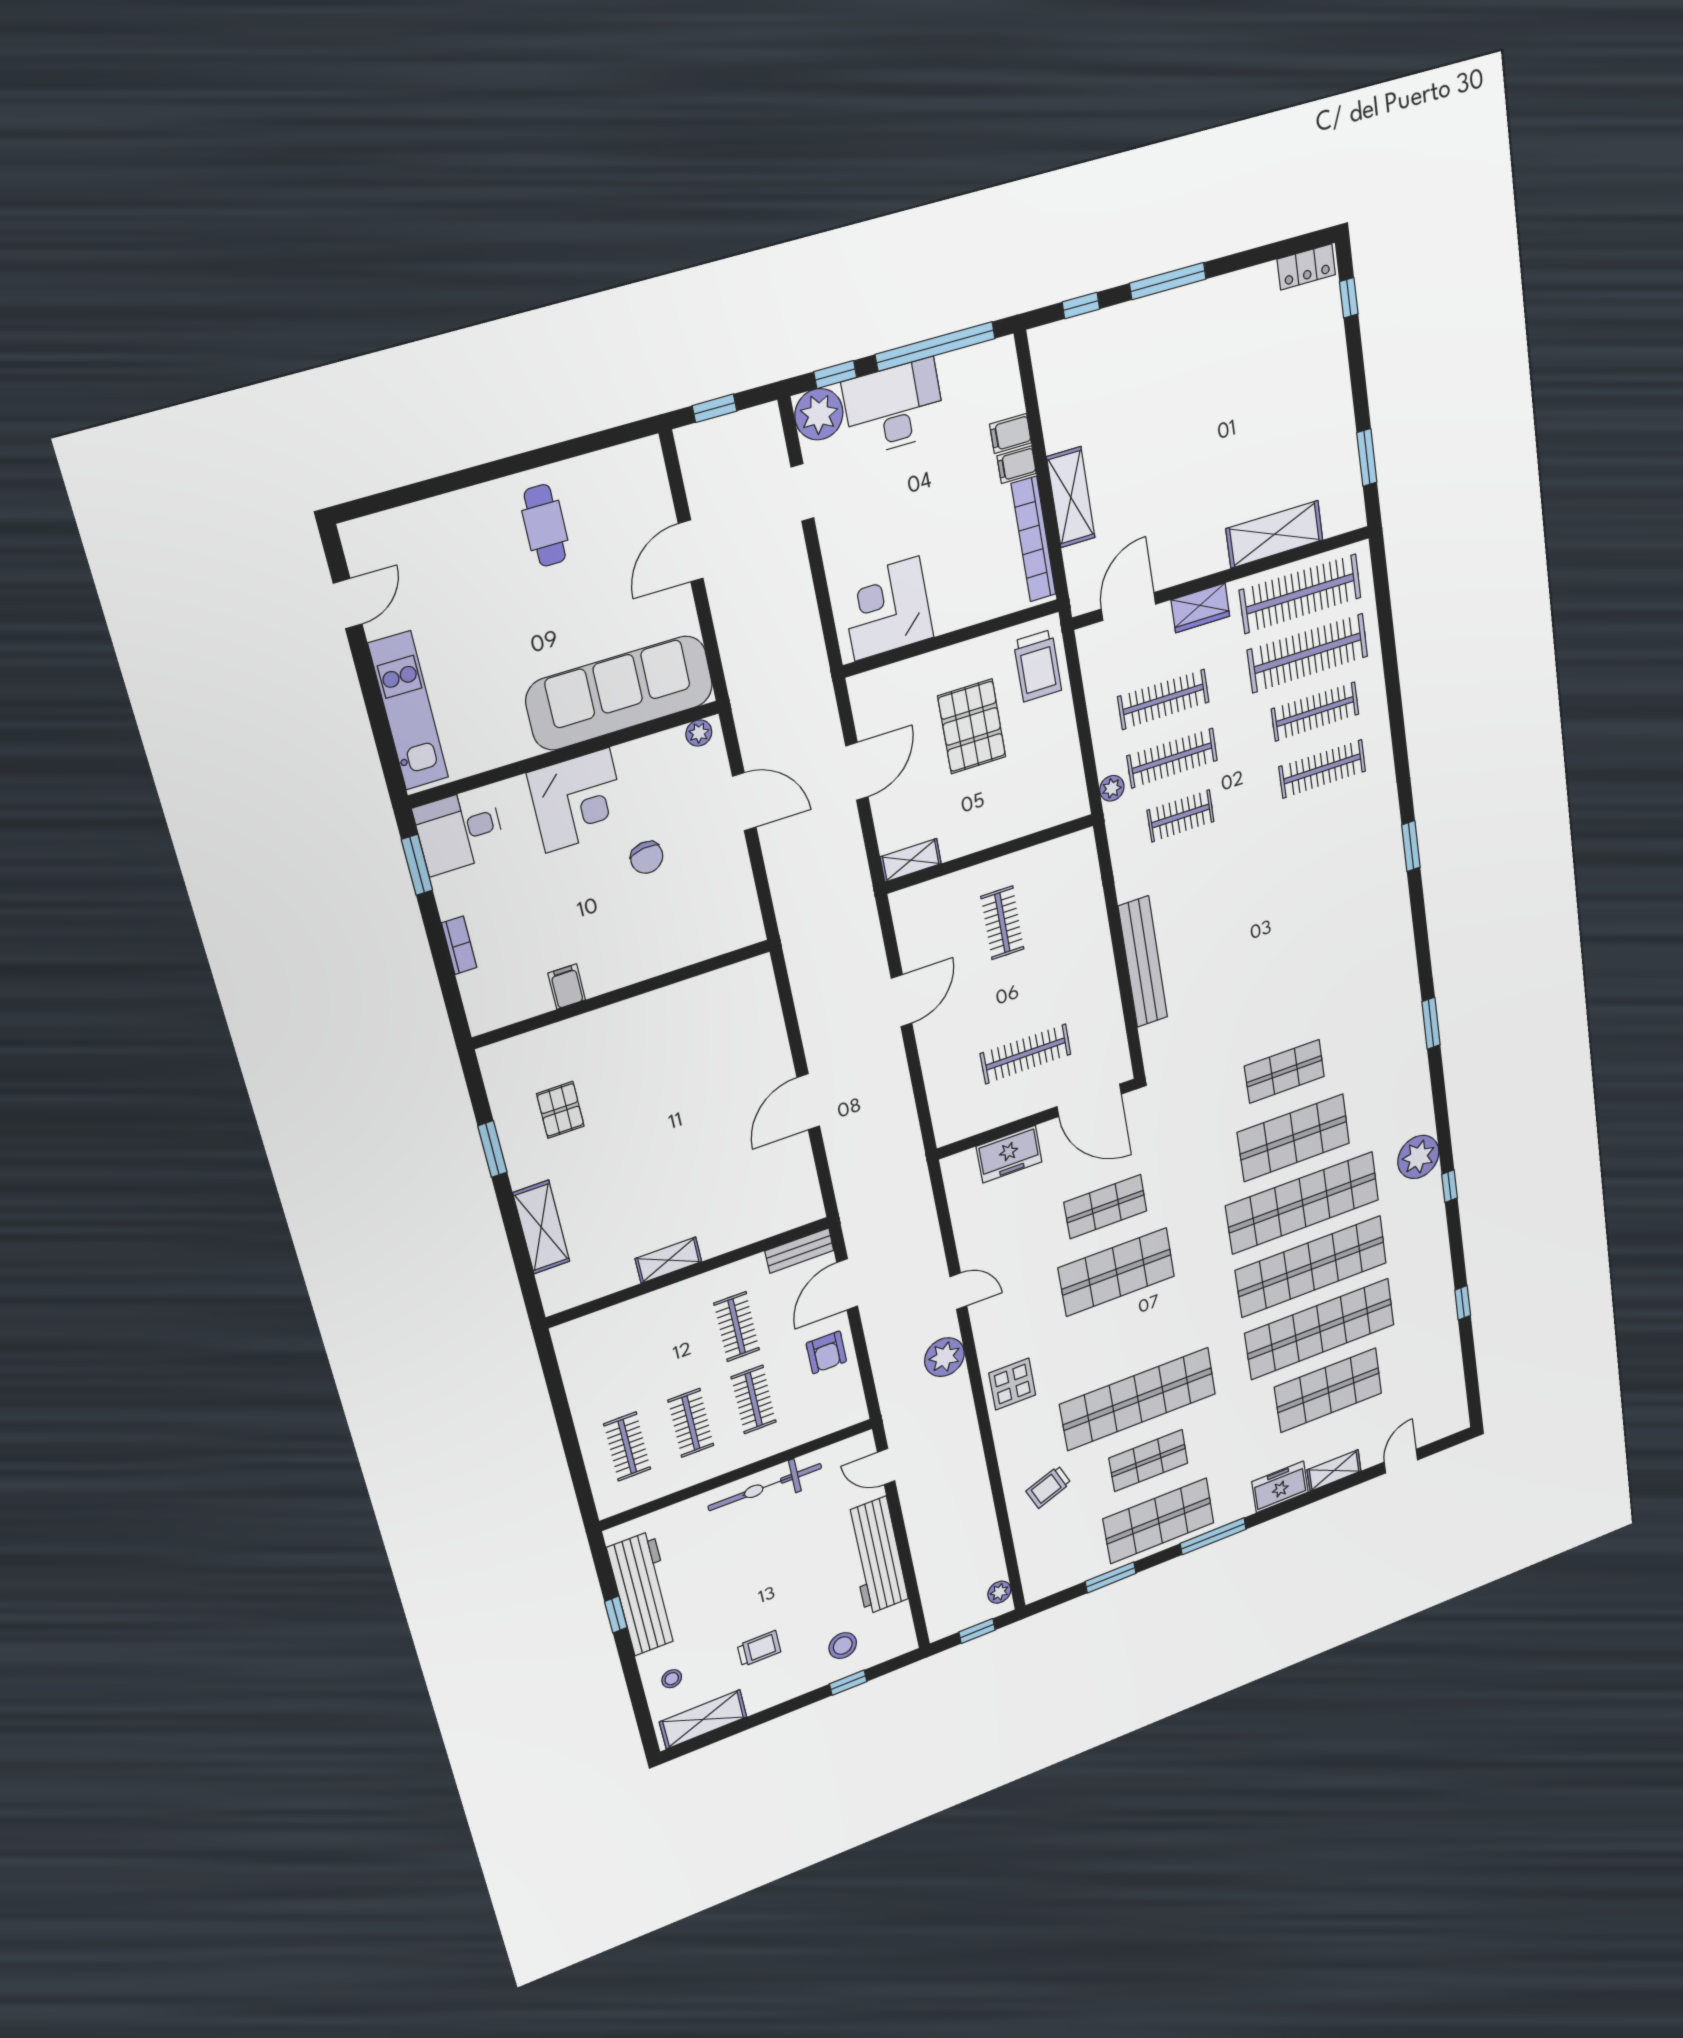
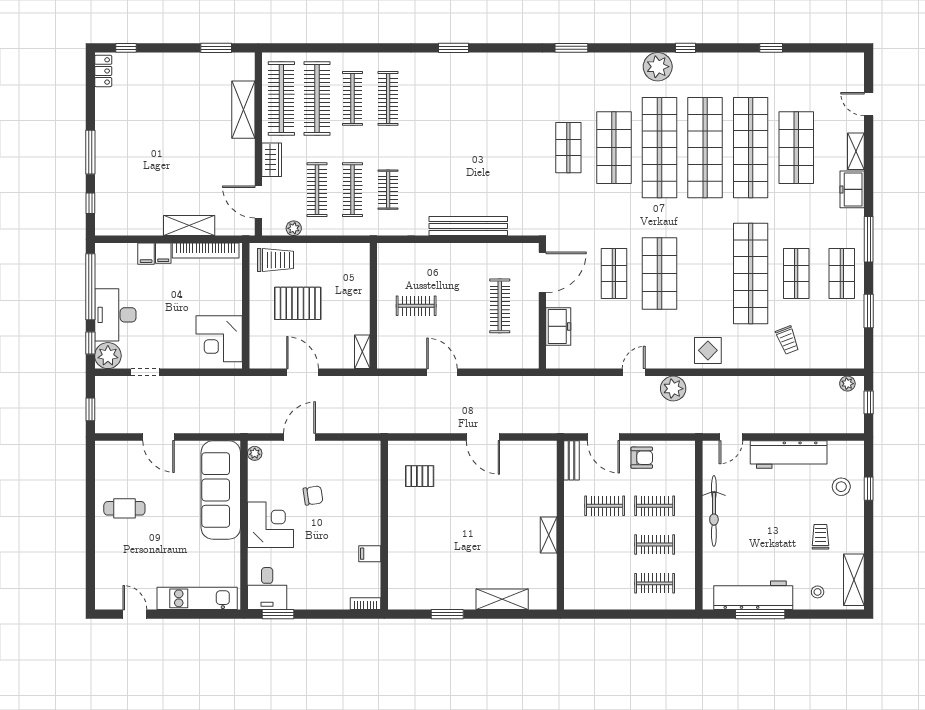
plant: (1112, 788) -> (294, 228), moved
bookcase: (459, 945) -> (365, 604), moved
pallet: (560, 1110) -> (420, 476), moved
shop shelf: (1159, 1521) -> (842, 273), width x0.70, depth x0.74
window: (616, 1615) -> (760, 614), width x2.17

